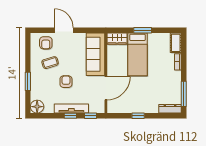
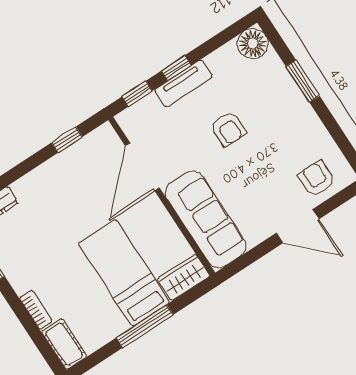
window: (143, 30) -> (145, 326), width x1.44
coffee table: (50, 63) -> (283, 146), removed
tv unit: (71, 109) -> (184, 83), width x0.71
window: (138, 116) -> (67, 140), moved

